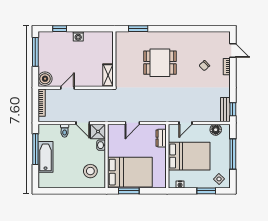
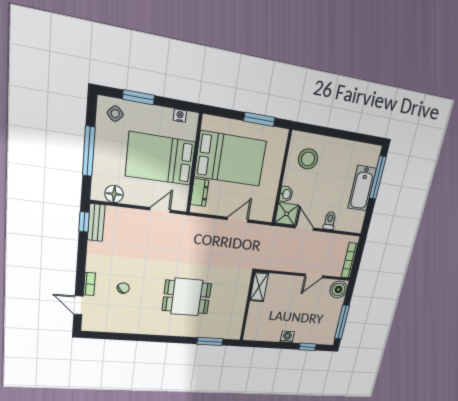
window: (35, 149) -> (378, 178), moved
bed: (130, 172) -> (230, 159), moved, turned 180

